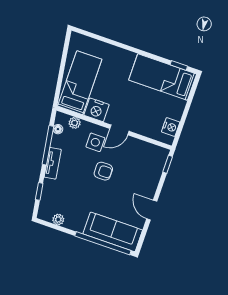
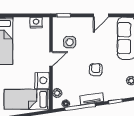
door: (119, 130) -> (51, 59), hinge flipped
side table: (95, 142) -> (70, 42), moved
armchair: (103, 171) -> (96, 70), moved

